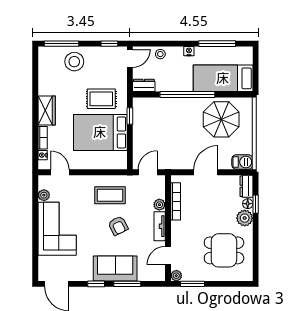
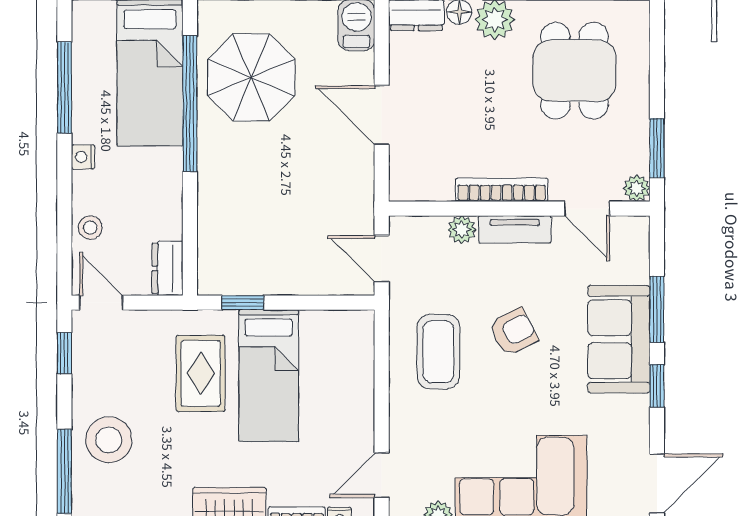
window: (187, 95) -> (190, 104), moved
bed: (100, 132) -> (269, 376), width x0.67
bookcase: (176, 201) -> (502, 190), moved

